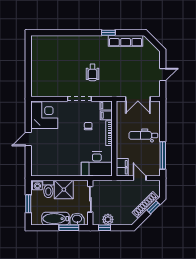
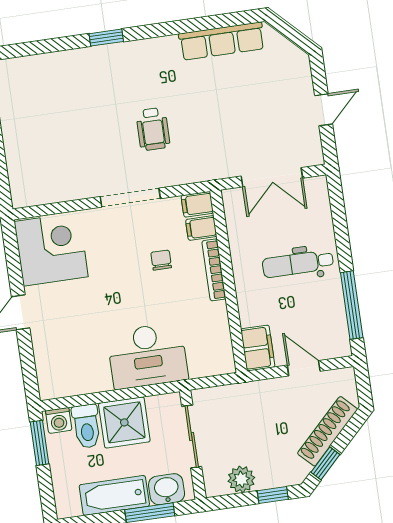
window: (108, 33) -> (106, 38), moved
desk: (97, 164) -> (147, 356), moved
window: (28, 204) -> (39, 443), moved
window: (153, 207) -> (325, 463), moved
window: (104, 228) -> (273, 495), moved

